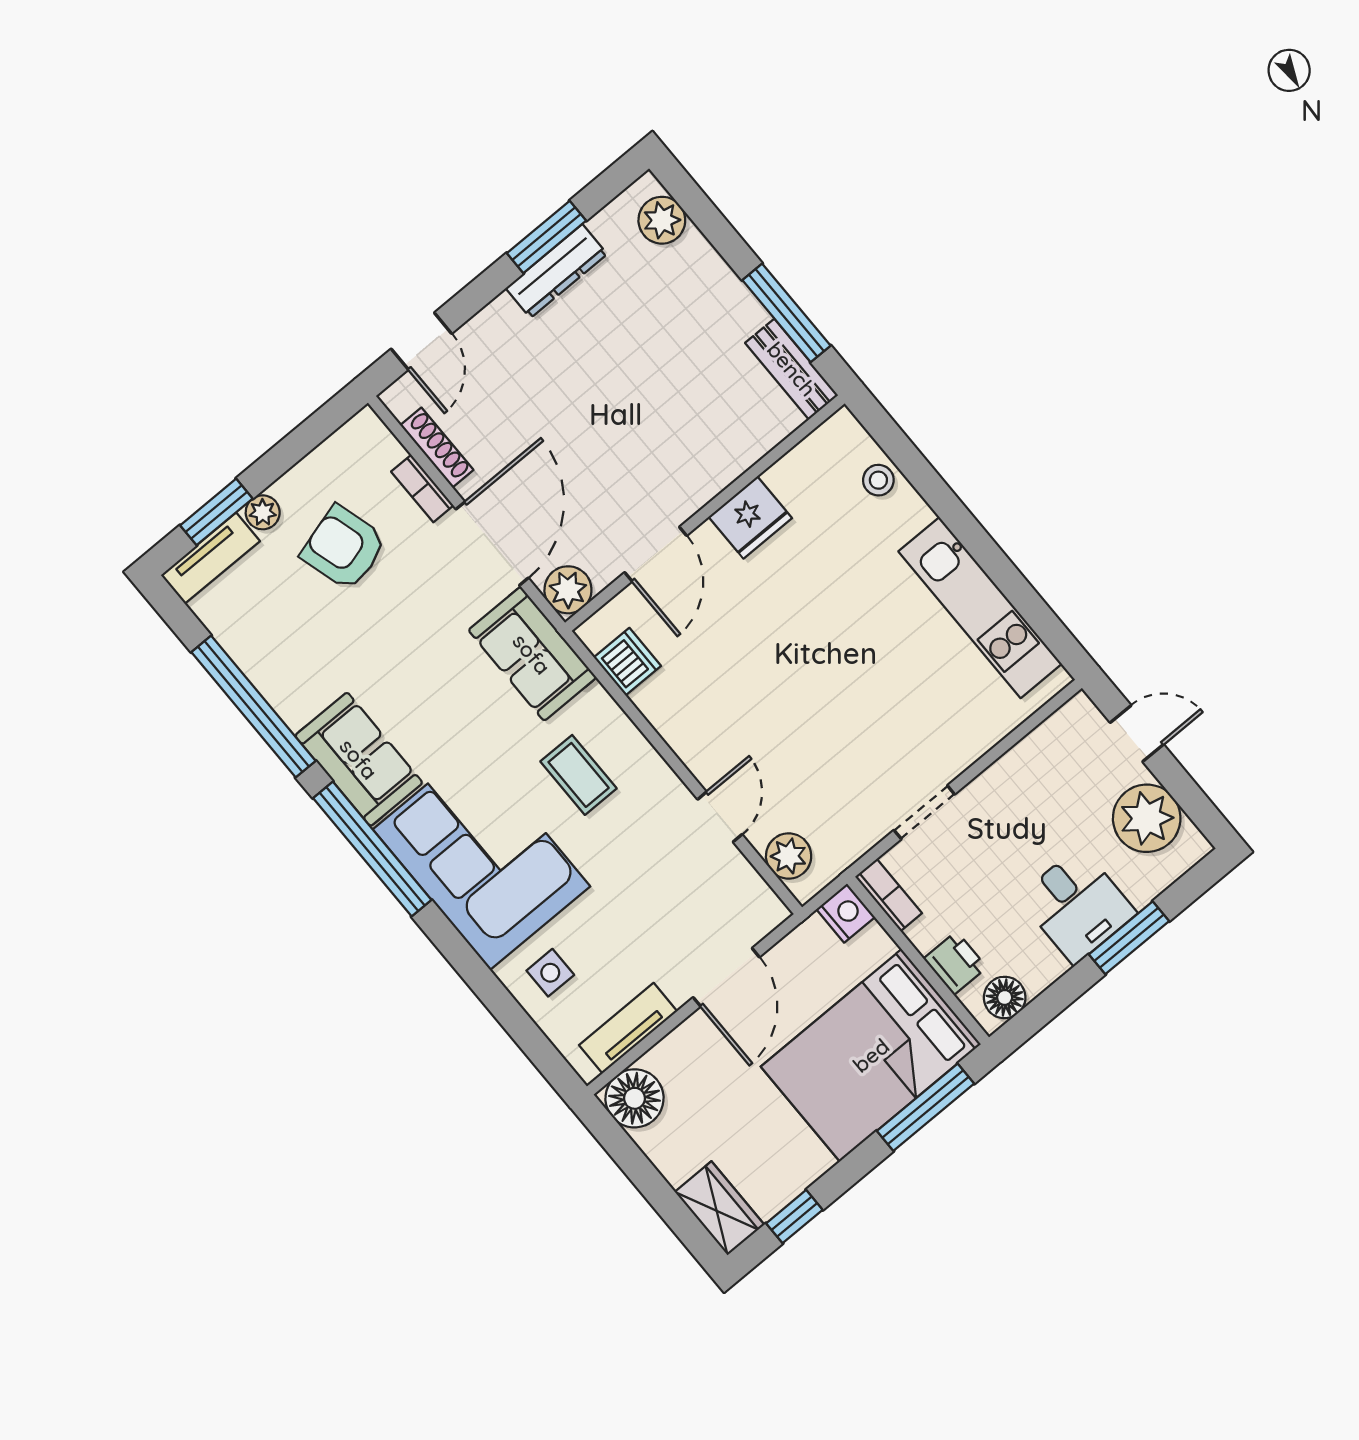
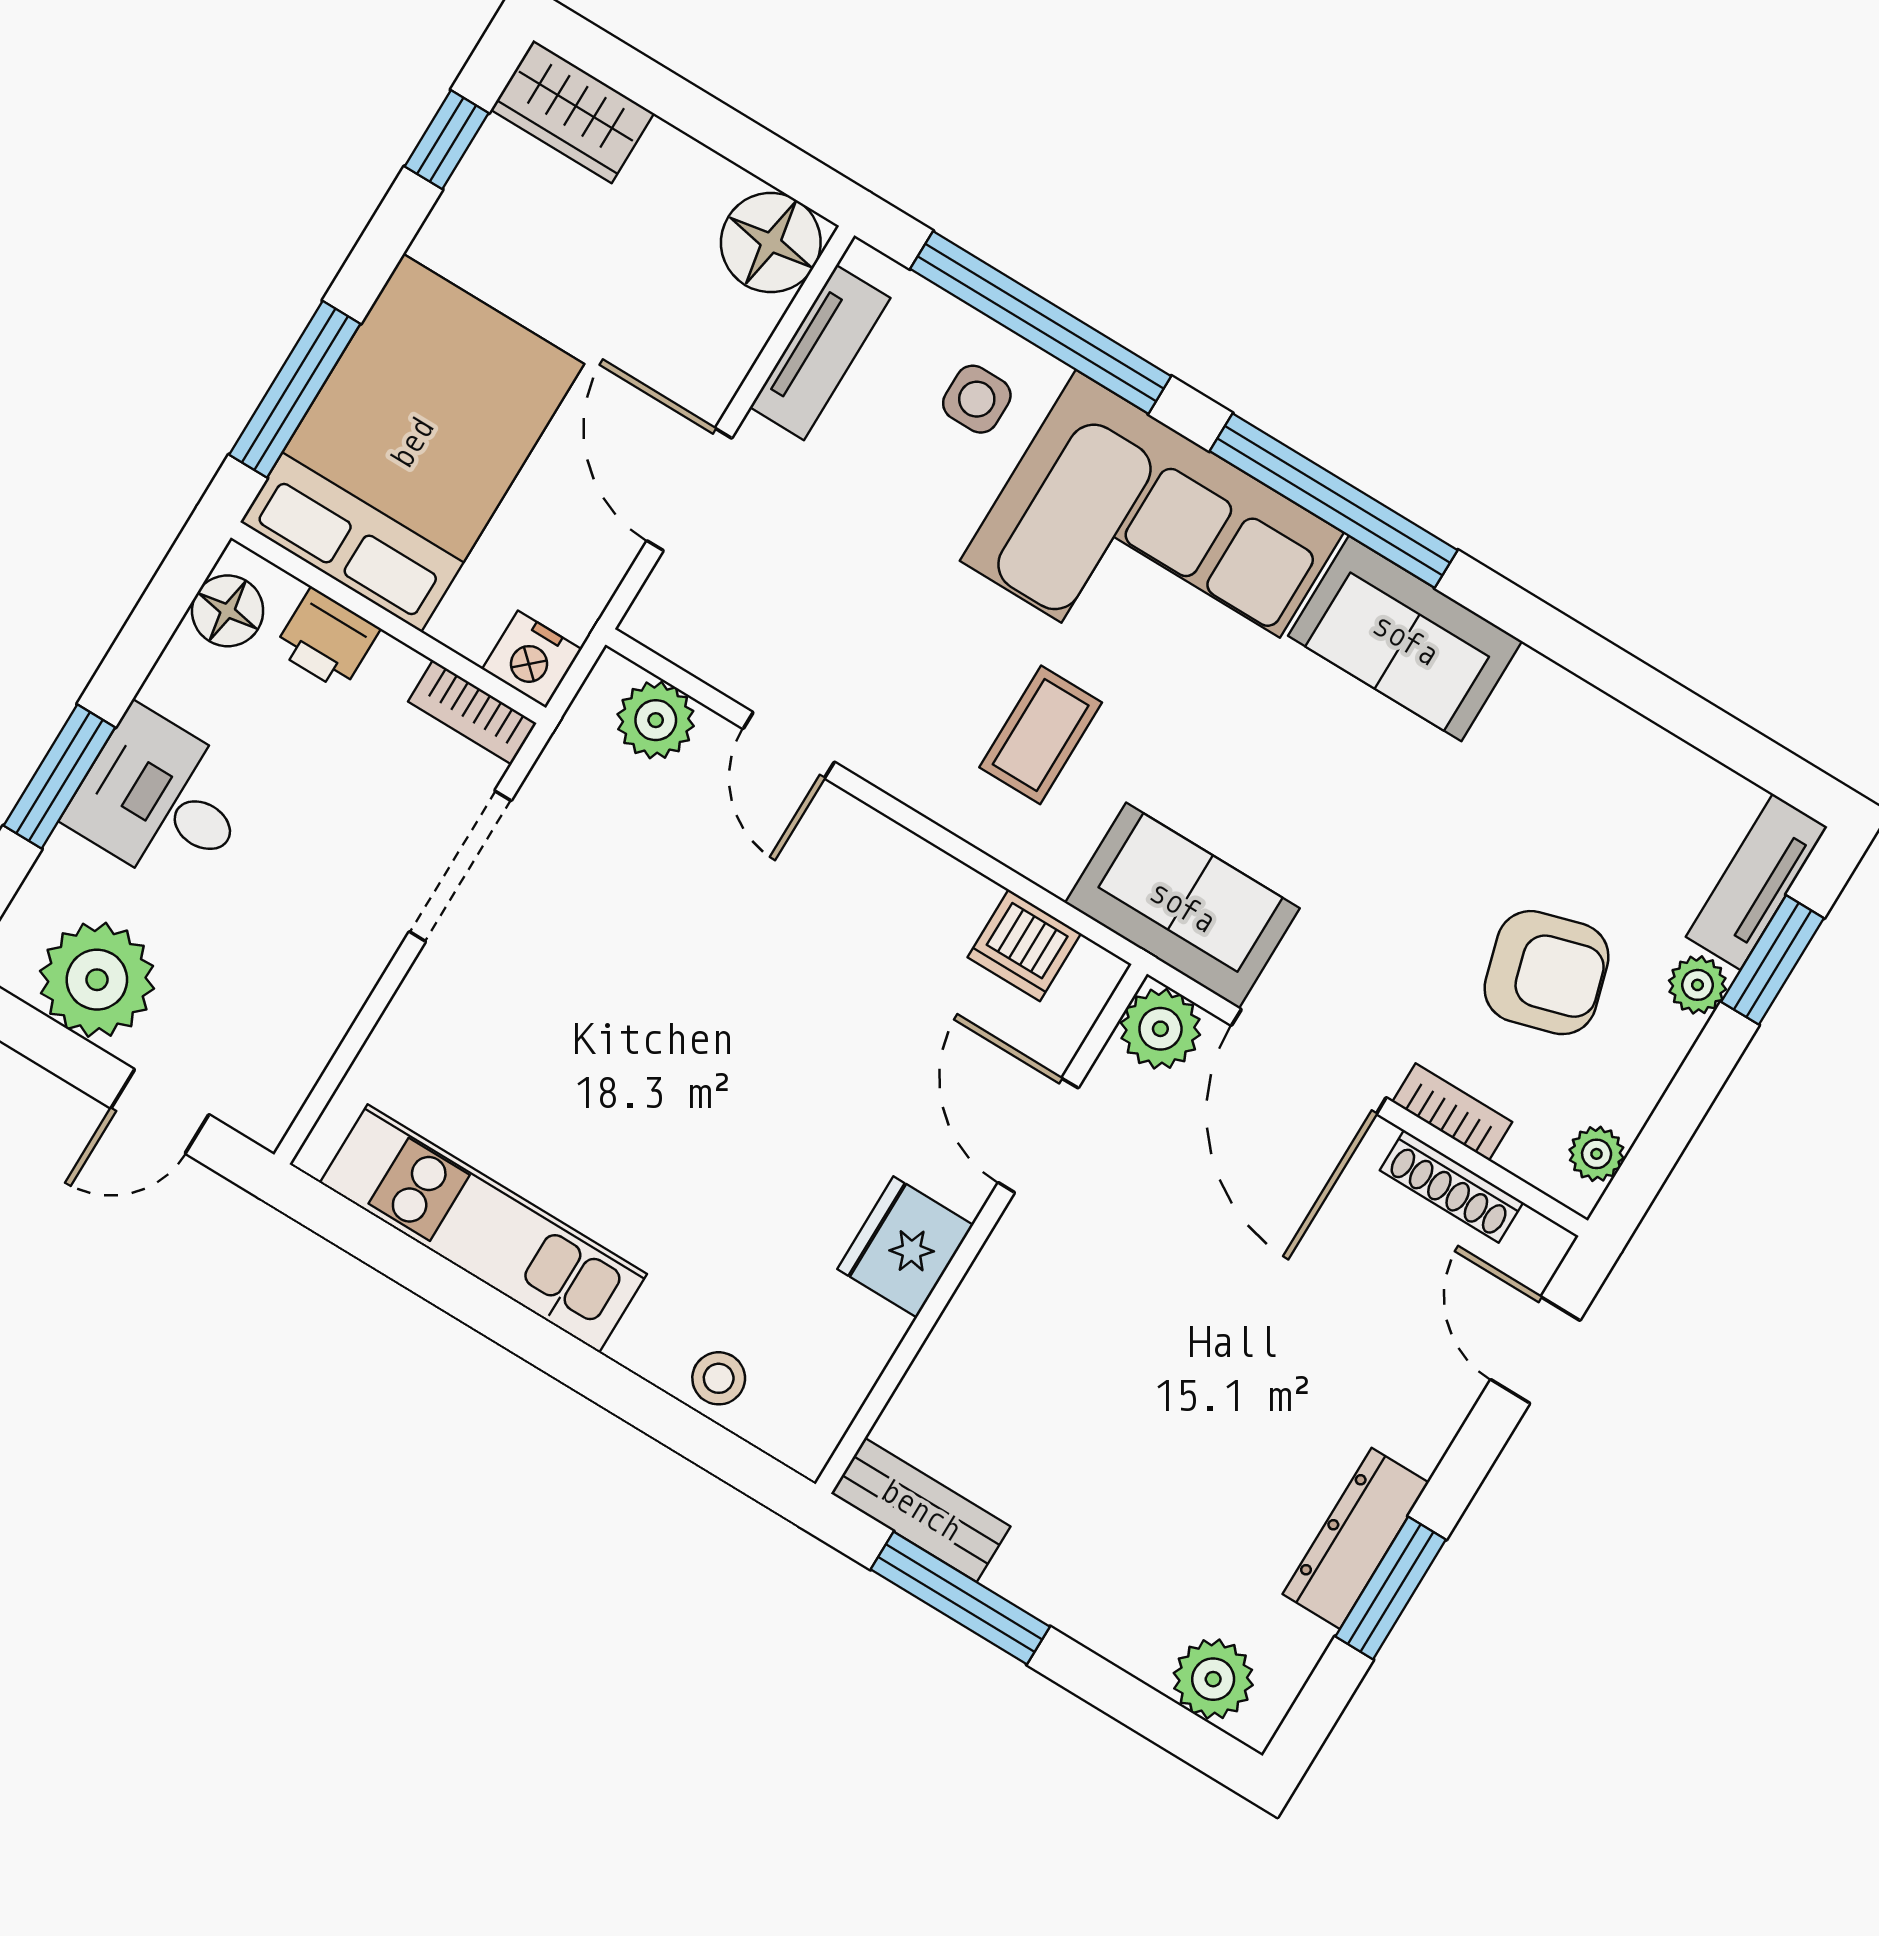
plant: (350, 438) -> (1597, 1154), added
window: (253, 707) -> (1041, 322), moved
coffee table: (579, 775) -> (1041, 735), turned 90
doorway: (924, 812) -> (460, 866), width x1.38

